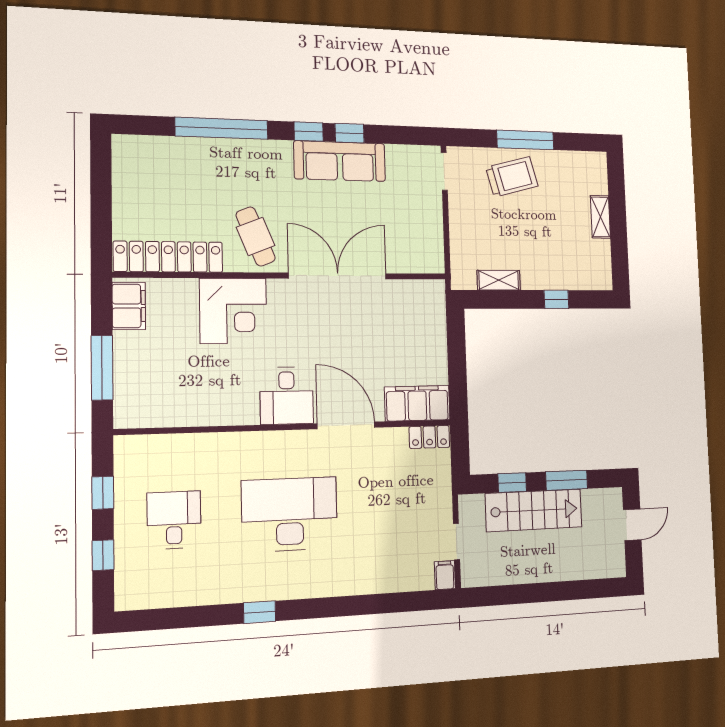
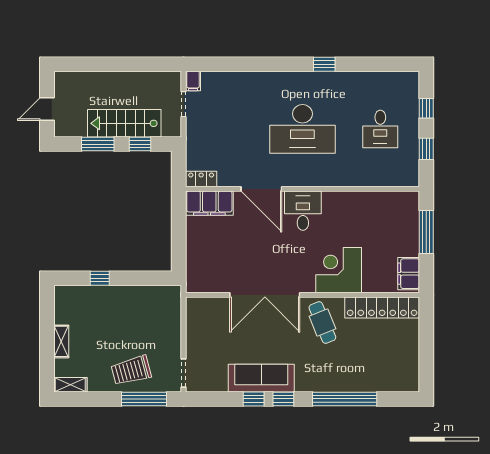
window: (525, 140) -> (144, 399), moved
shelving: (499, 280) -> (70, 385), moved

